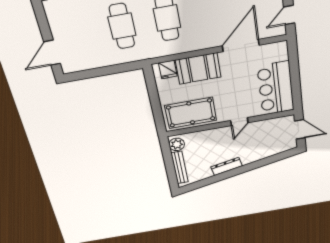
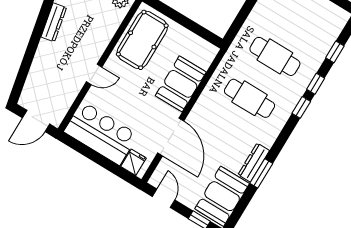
fridge: (168, 70) -> (134, 162), moved, turned 90
door: (239, 122) -> (94, 74), swing flipped

